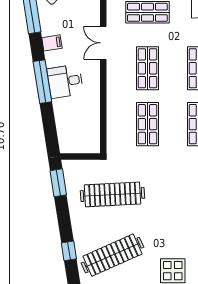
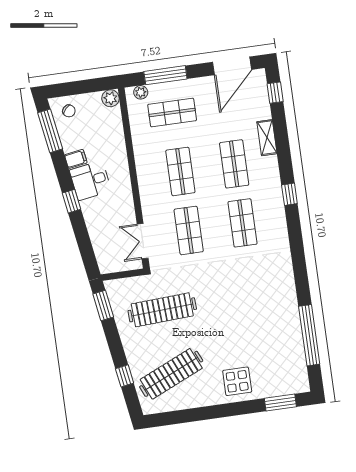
double door: (103, 43) -> (143, 241), moved
desk: (65, 81) -> (90, 180), moved
window: (42, 82) -> (72, 201), width x0.46

